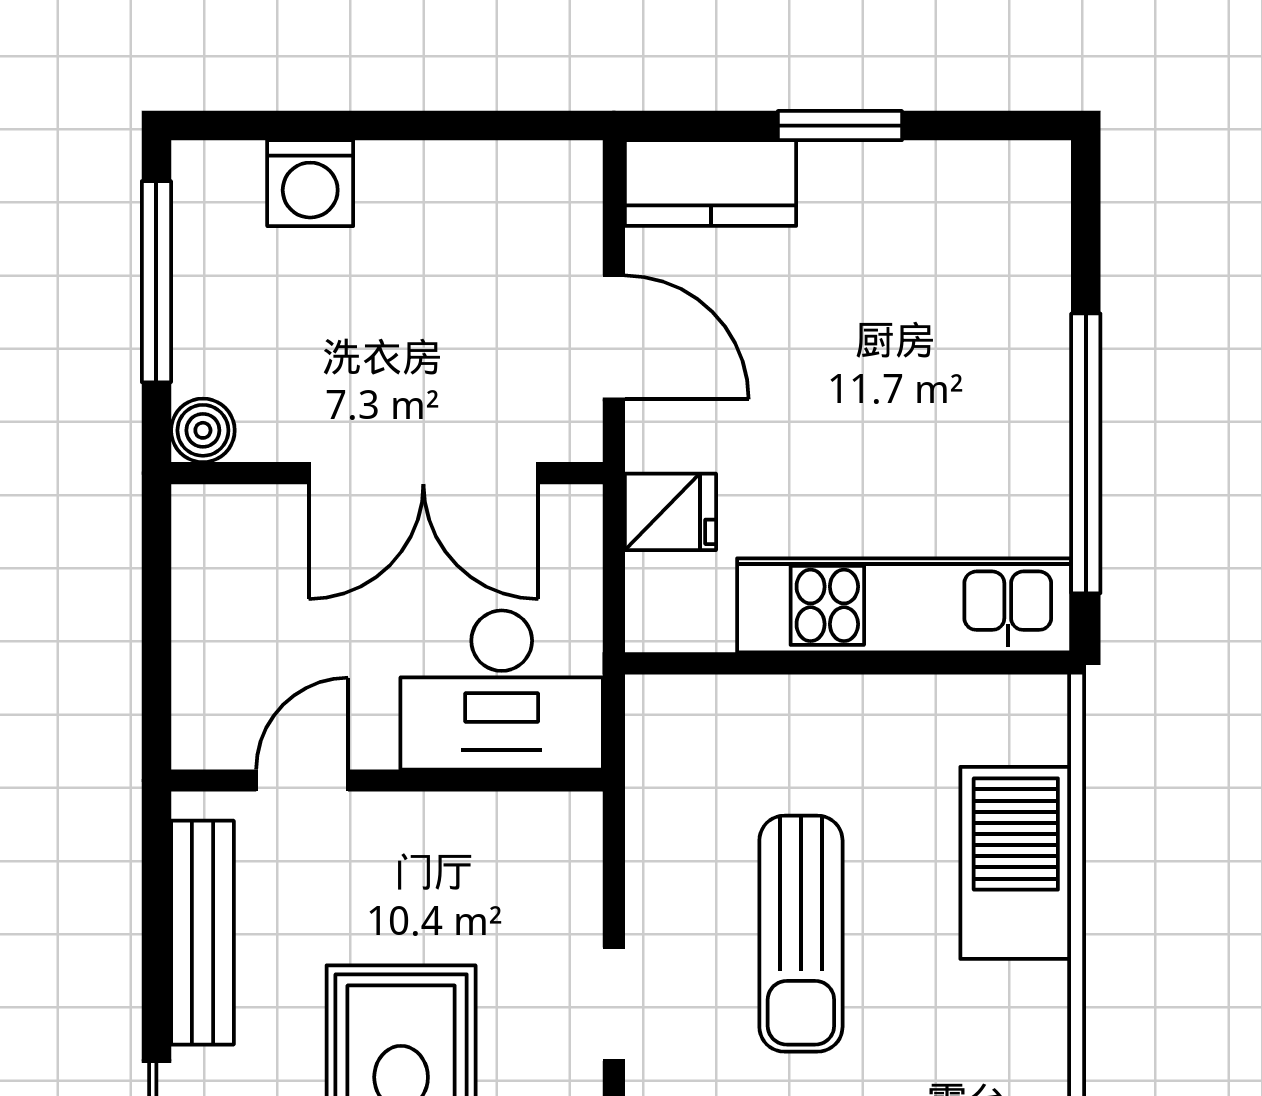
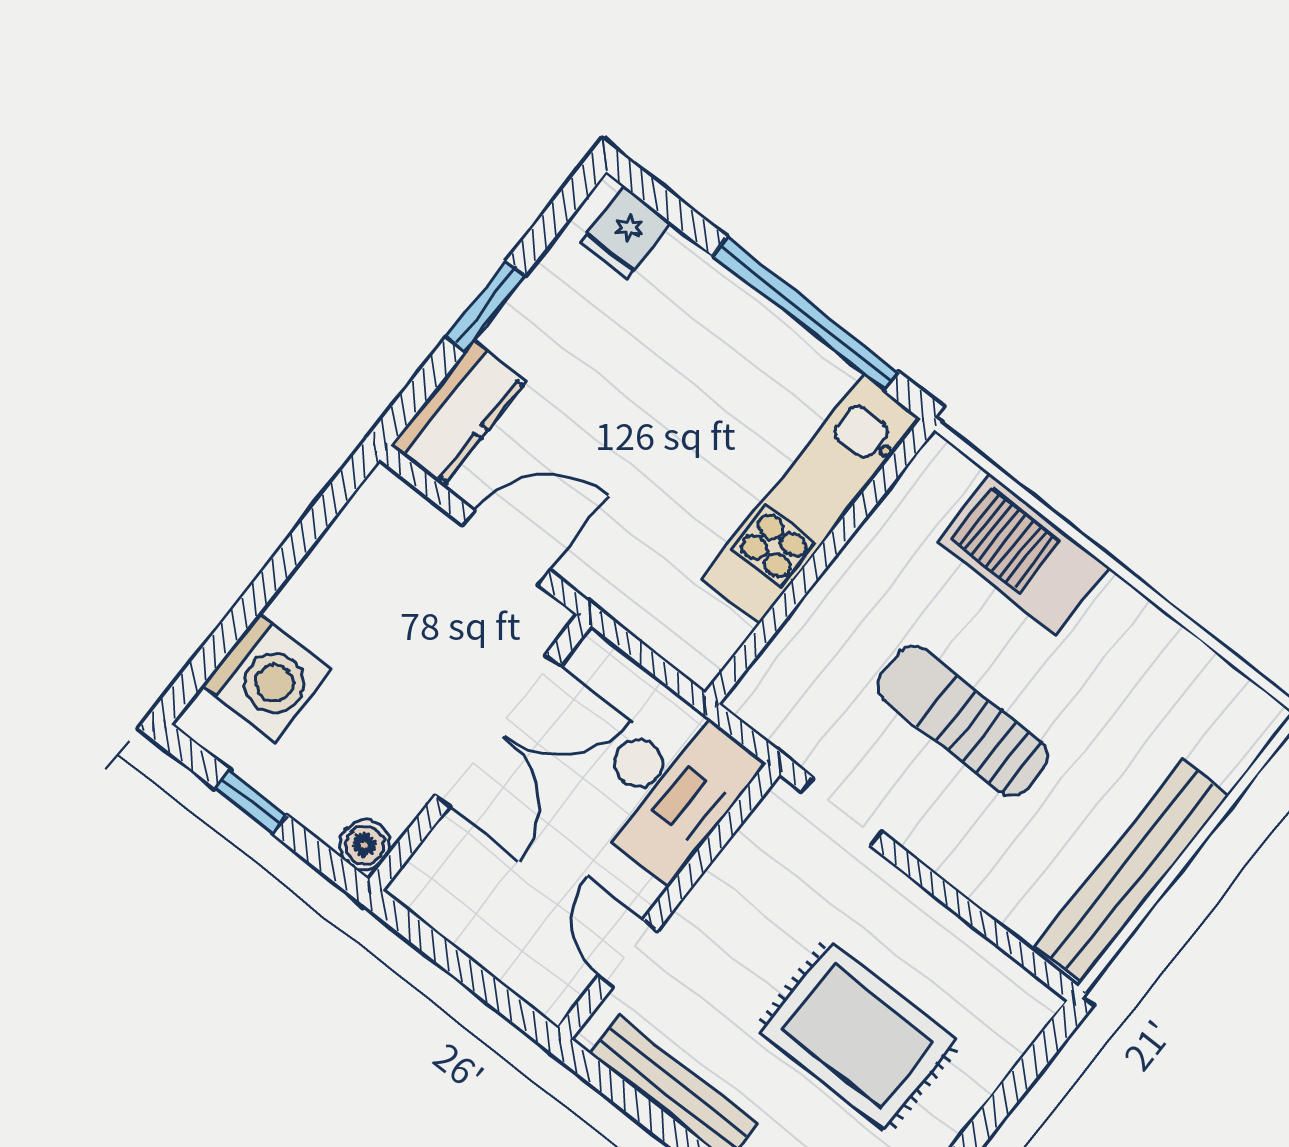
washing machine: (310, 183) -> (267, 677), width x1.37, depth x1.37
window: (156, 282) -> (251, 802), width x0.46
fridge: (670, 512) -> (626, 232), moved, turned 180
sun lounger: (801, 934) -> (963, 721), turned 180
doorway: (614, 1004) -> (841, 811), moved

